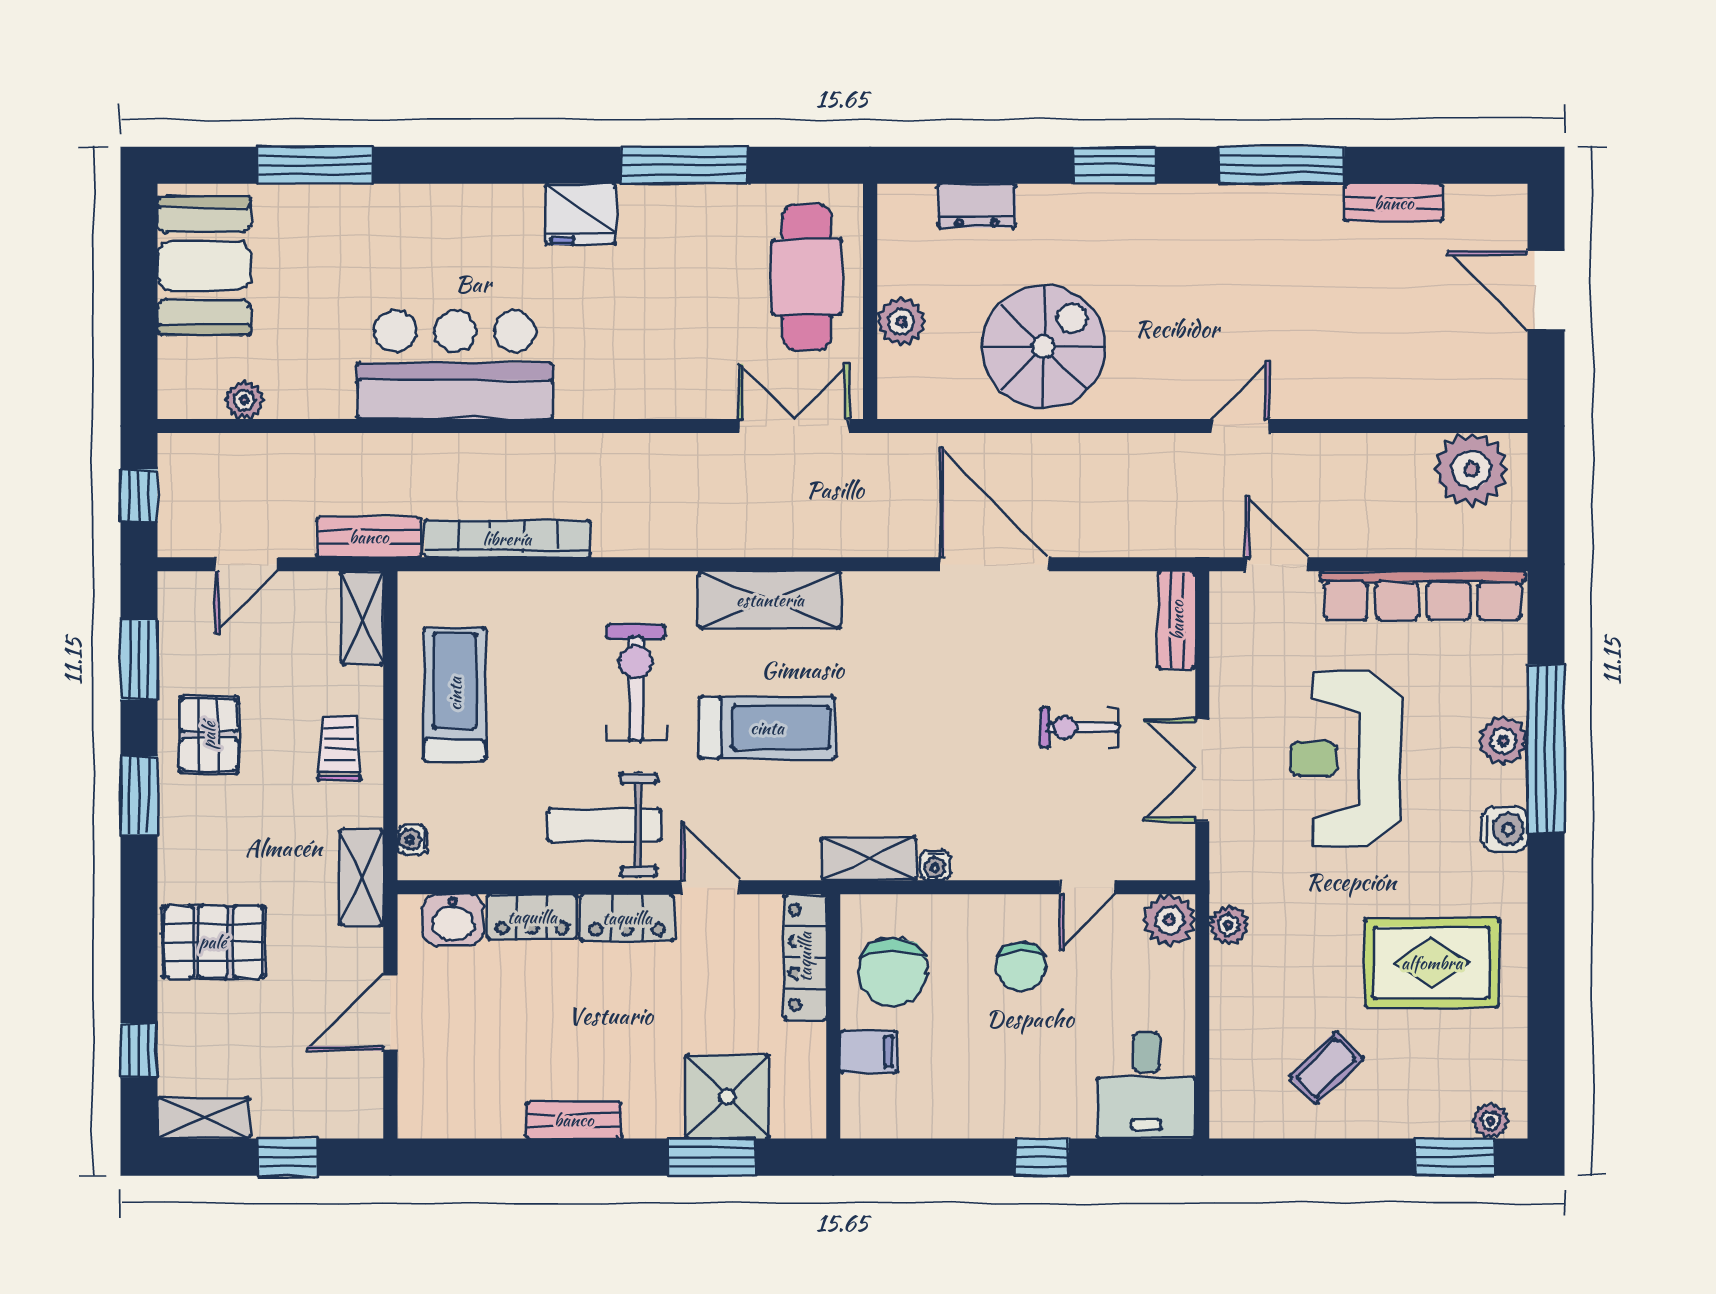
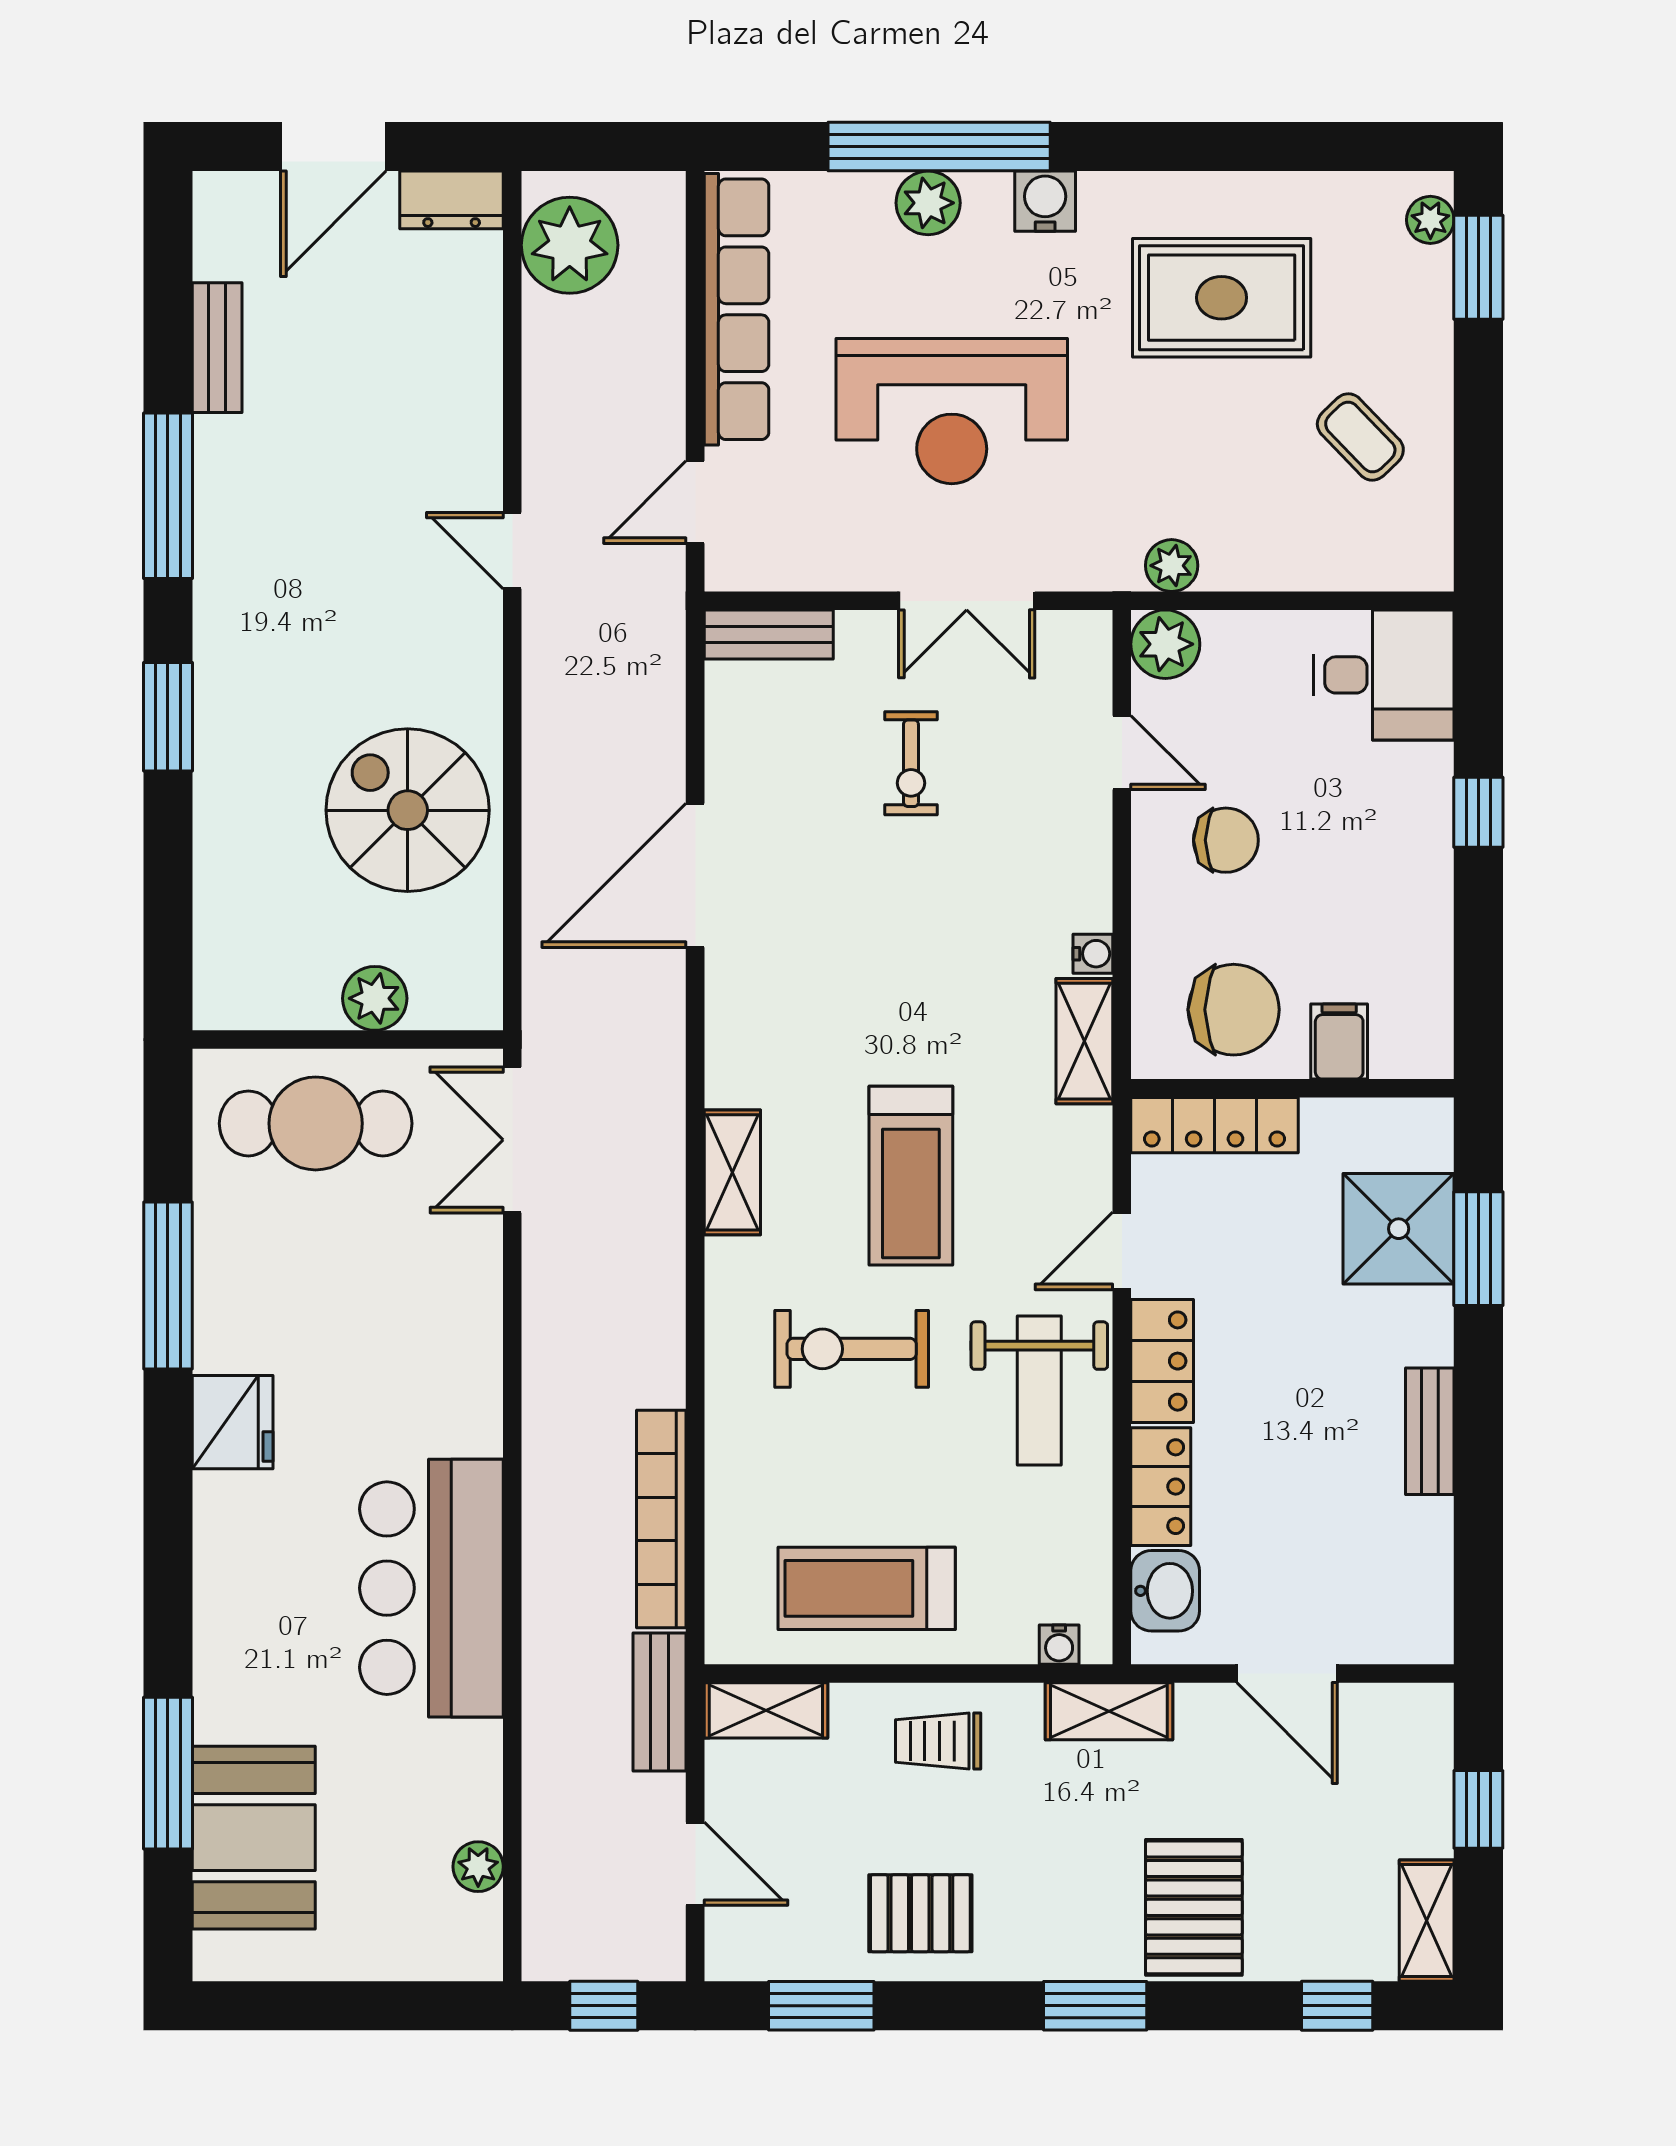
dresser: (977, 206) -> (452, 200), moved, turned 90
booth: (204, 266) -> (254, 1838), moved, turned 90
shelving: (770, 600) -> (732, 1172), width x0.67, depth x0.75
treadmill: (767, 728) -> (911, 1176), turned 180
window: (139, 795) -> (1095, 2006), moved
rug: (1432, 963) -> (1222, 298), turned 90

